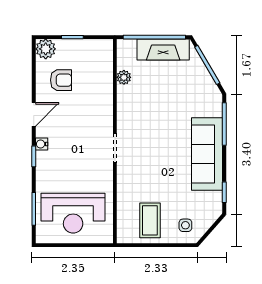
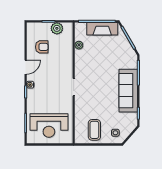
plant: (46, 49) -> (57, 28), moved

